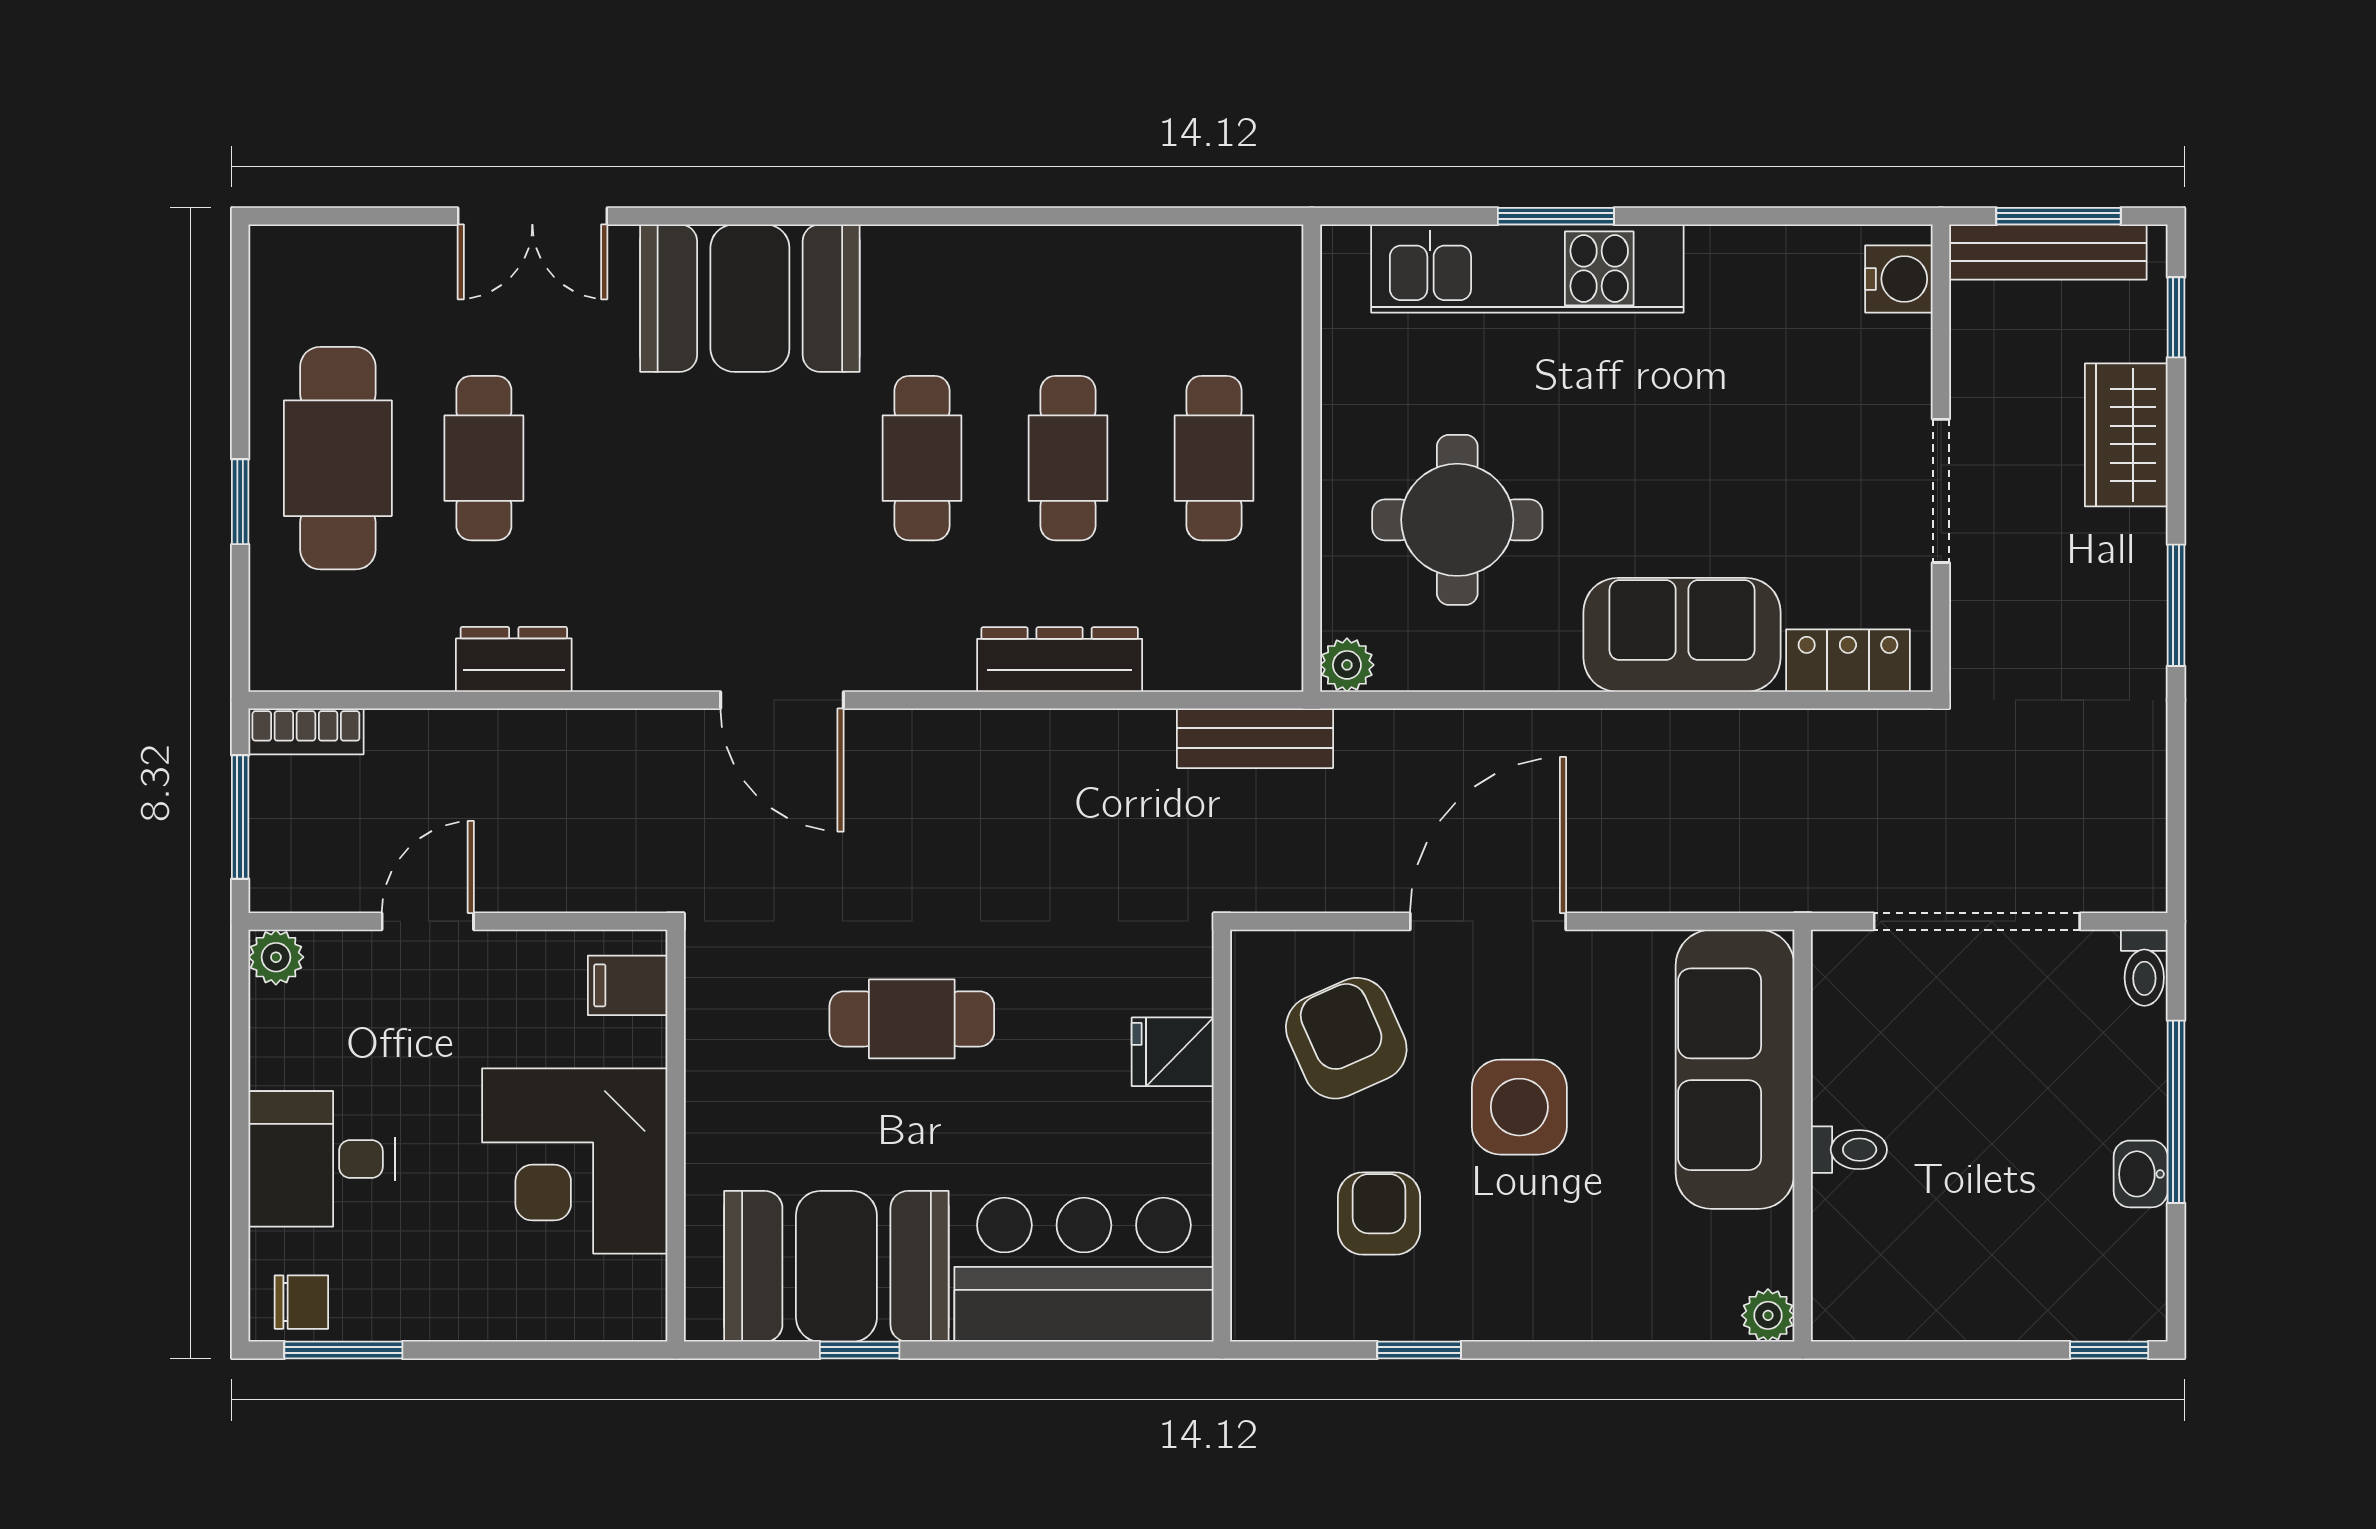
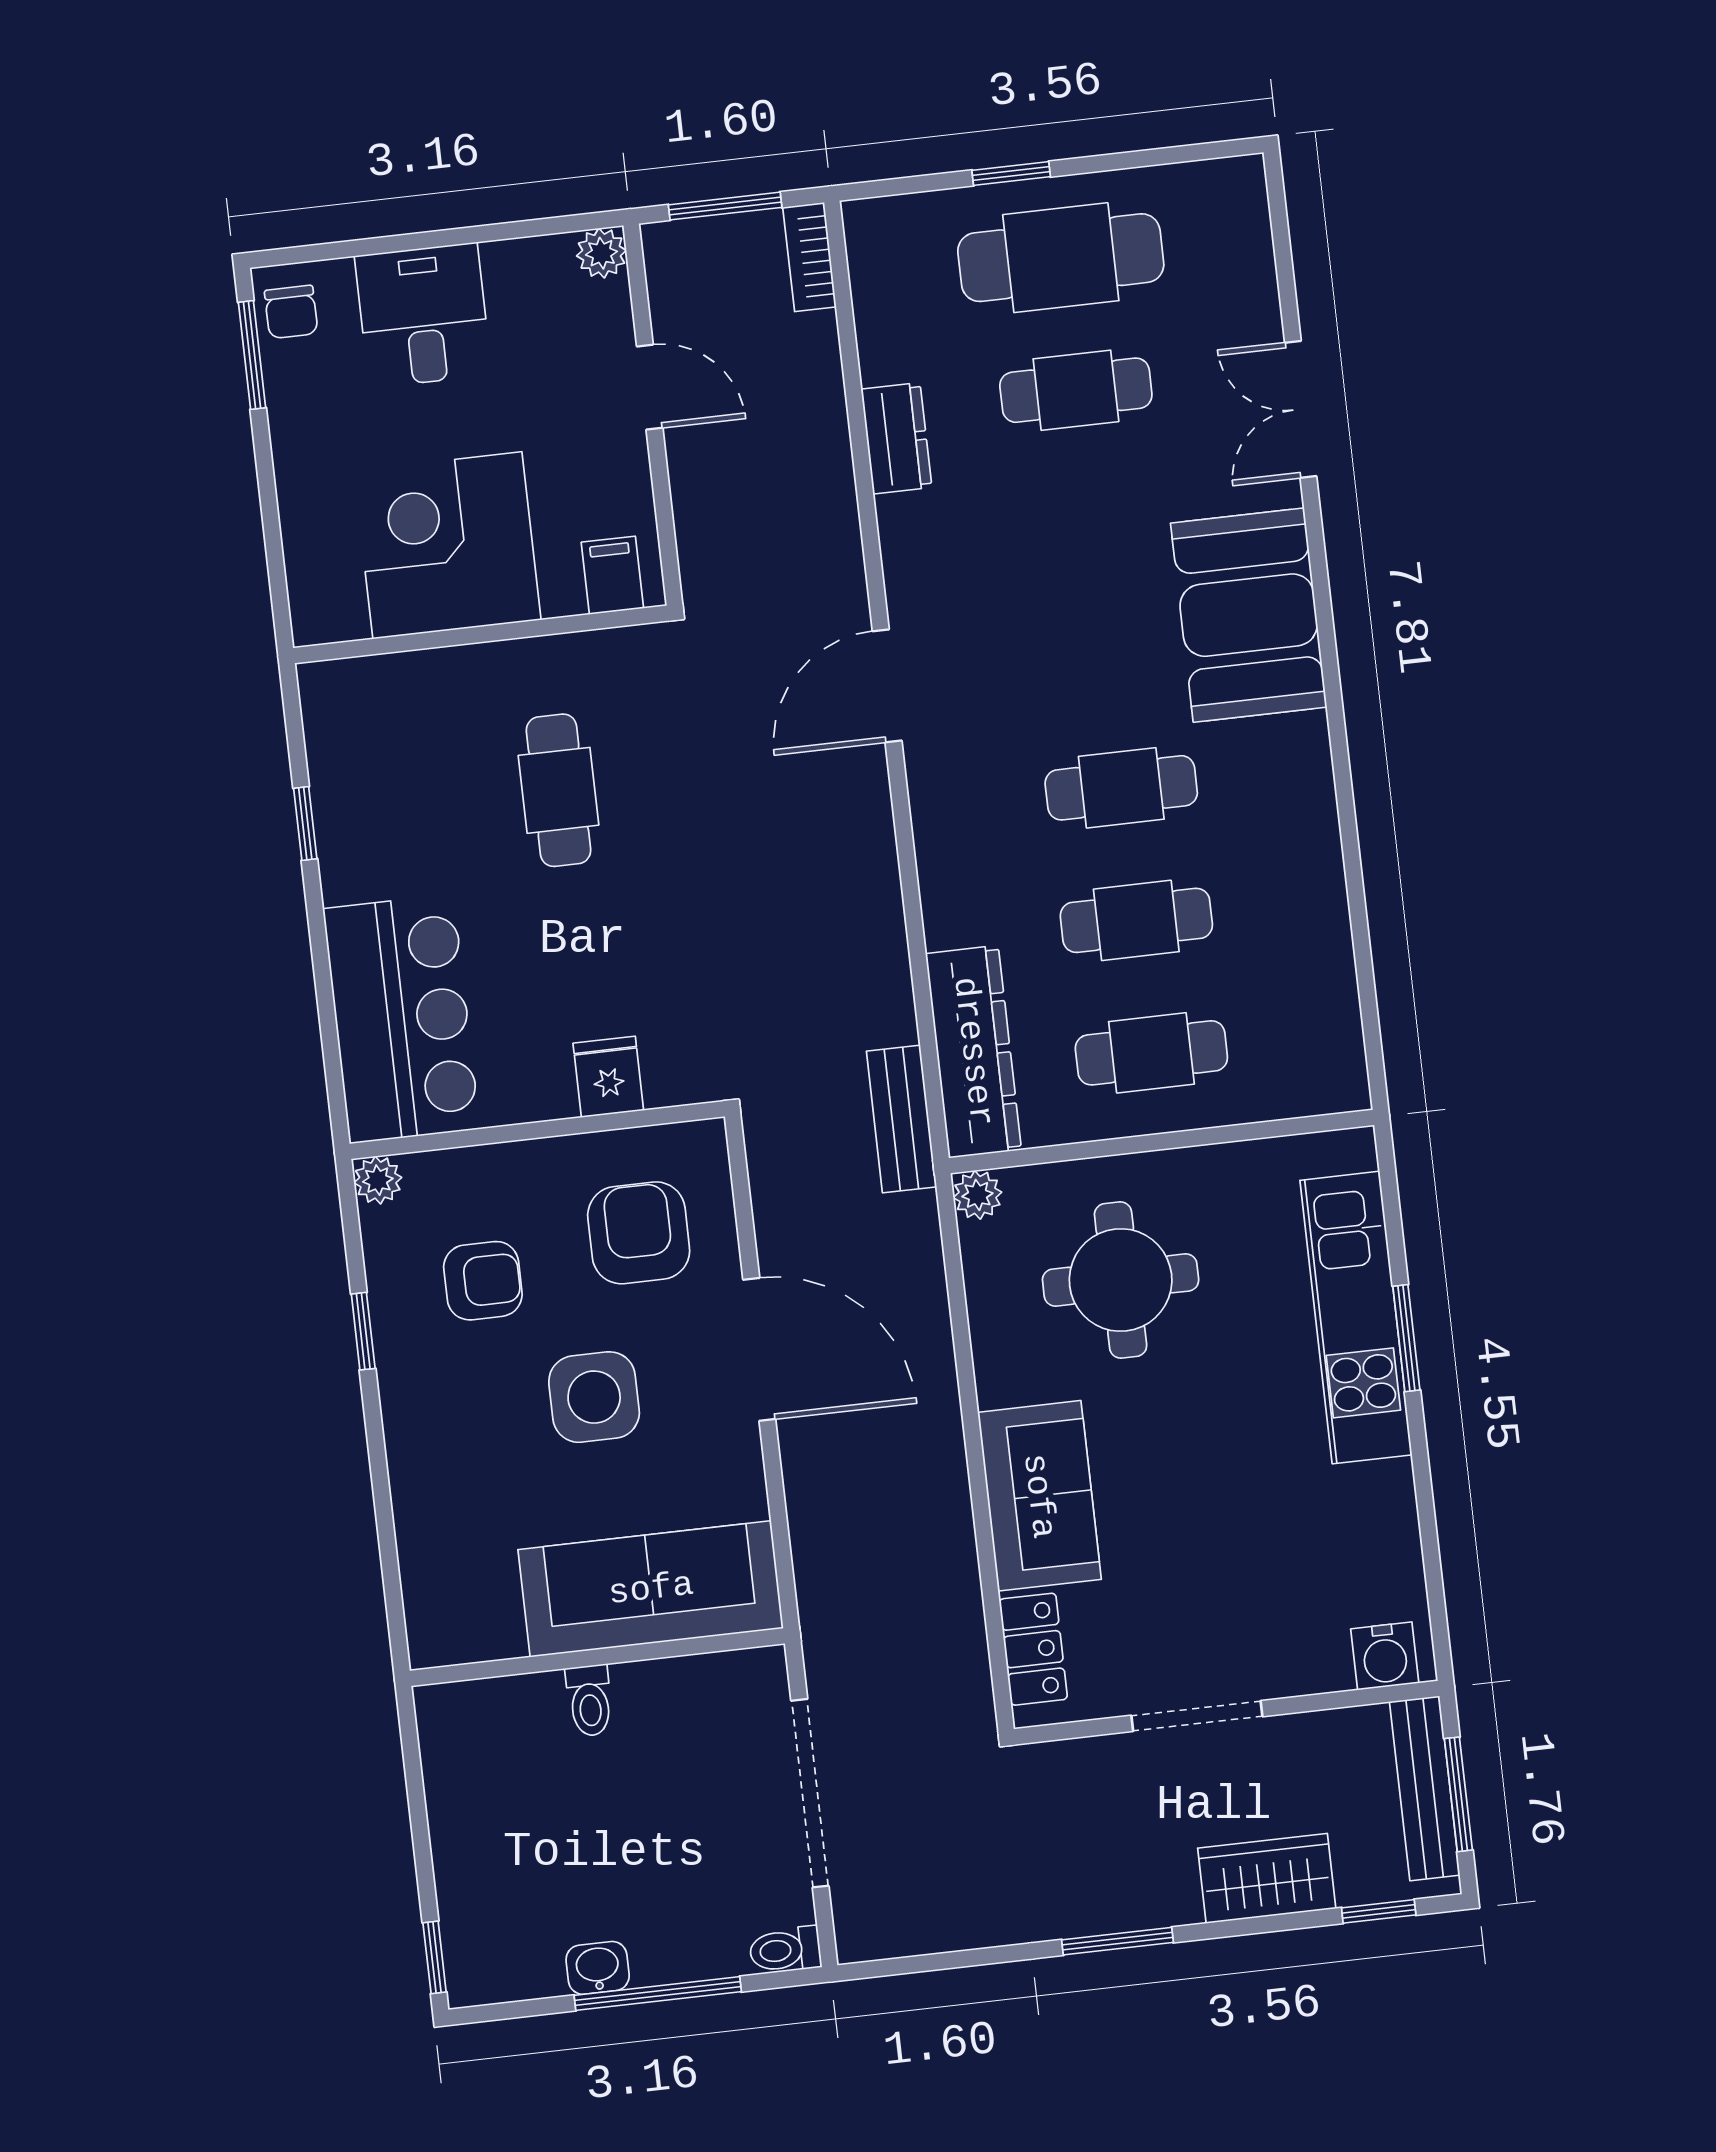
dresser: (1060, 660) -> (973, 1052), moved, width x1.37, depth x1.24
cafe table: (912, 1019) -> (559, 790), moved
armchair: (1346, 1038) -> (639, 1233), turned -66
booth: (836, 1266) -> (379, 794), removed
plant: (1768, 1315) -> (378, 1180), moved

